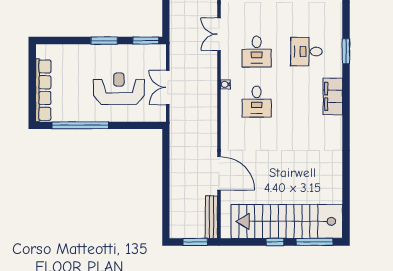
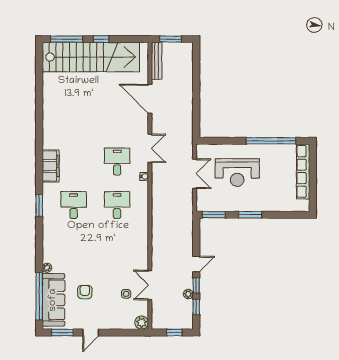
double door: (219, 34) -> (150, 148), moved
desk: (306, 52) -> (74, 205), turned -90

